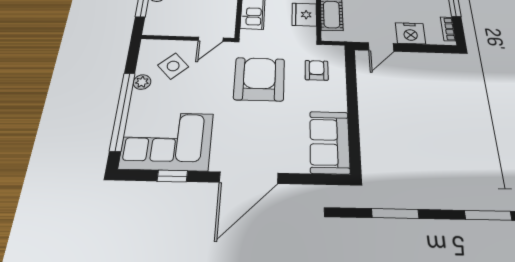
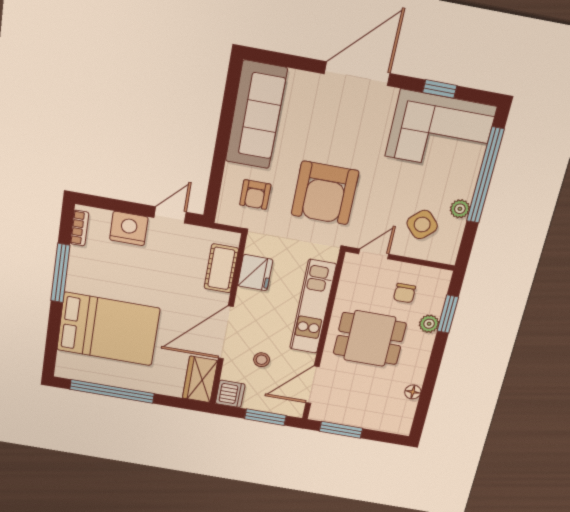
chair: (181, 14) -> (404, 293), added
sofa: (330, 142) -> (256, 115), width x1.36

